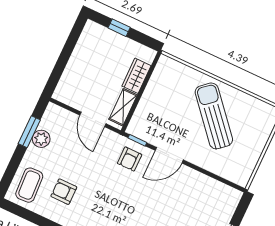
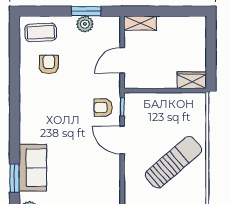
window: (119, 28) -> (211, 46), removed
wardrobe: (136, 76) -> (192, 80), moved
shelving: (123, 107) -> (140, 23), moved

